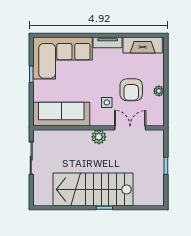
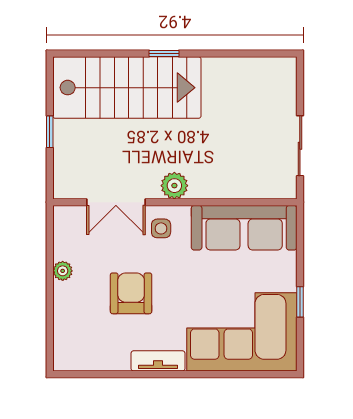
fireplace: (143, 45) -> (93, 356), removed
armchair: (131, 90) -> (131, 293), moved
side table: (107, 102) -> (161, 228), moved
stairs: (93, 189) -> (127, 88), moved

